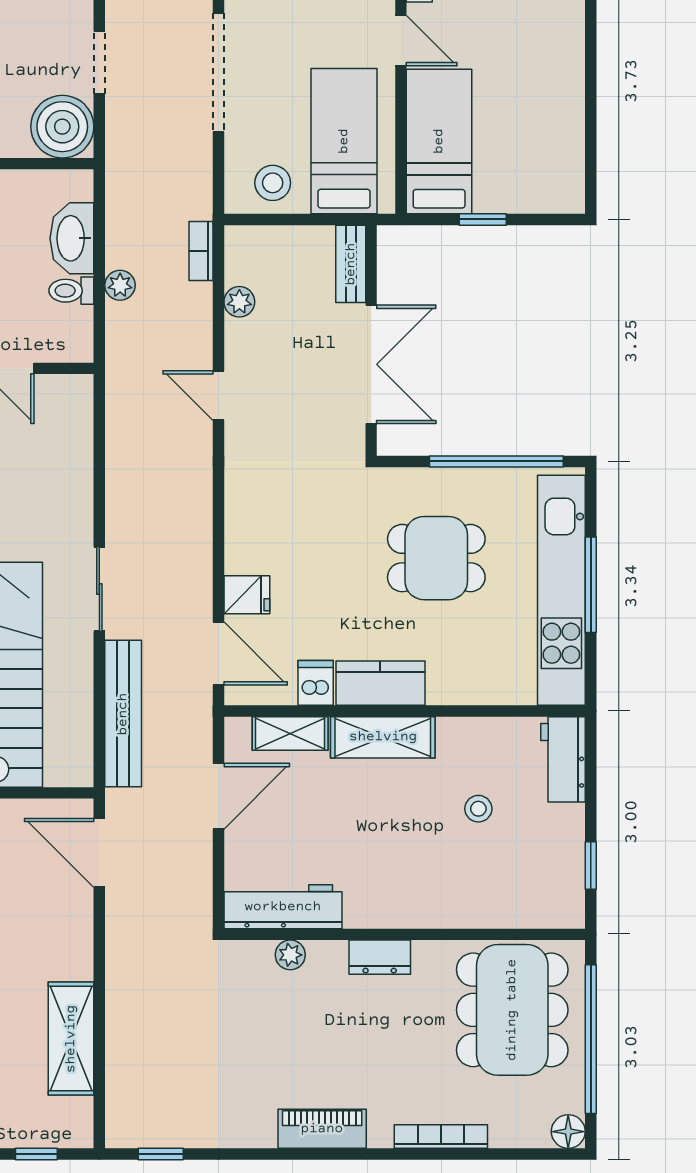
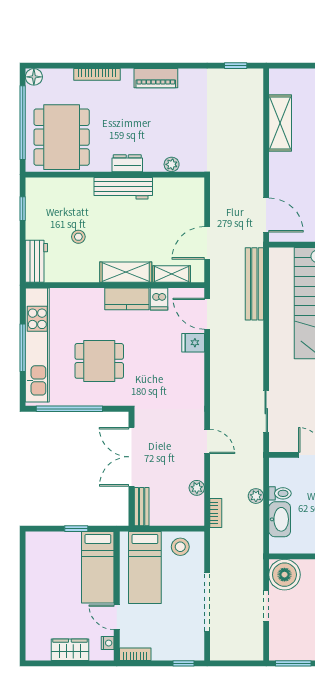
sliding door: (99, 589) -> (266, 411), moved
workbench: (283, 907) -> (123, 188), moved
window: (36, 1154) -> (297, 66), removed

